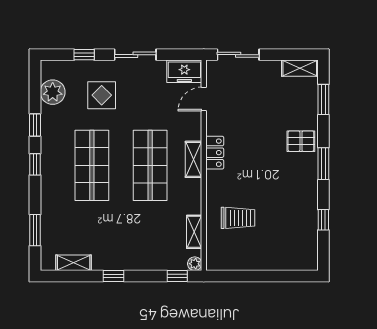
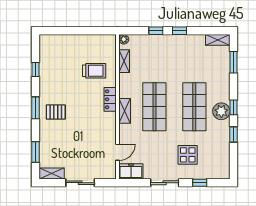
sliding door: (238, 55) -> (80, 183), moved
plant: (53, 92) -> (221, 111), moved
pallet: (301, 141) -> (56, 112), moved
locker: (215, 153) -> (110, 99), moved
trolley: (238, 218) -> (94, 71), turned 180
shelving: (74, 263) -> (218, 40), moved
window: (177, 276) -> (156, 31), moved

